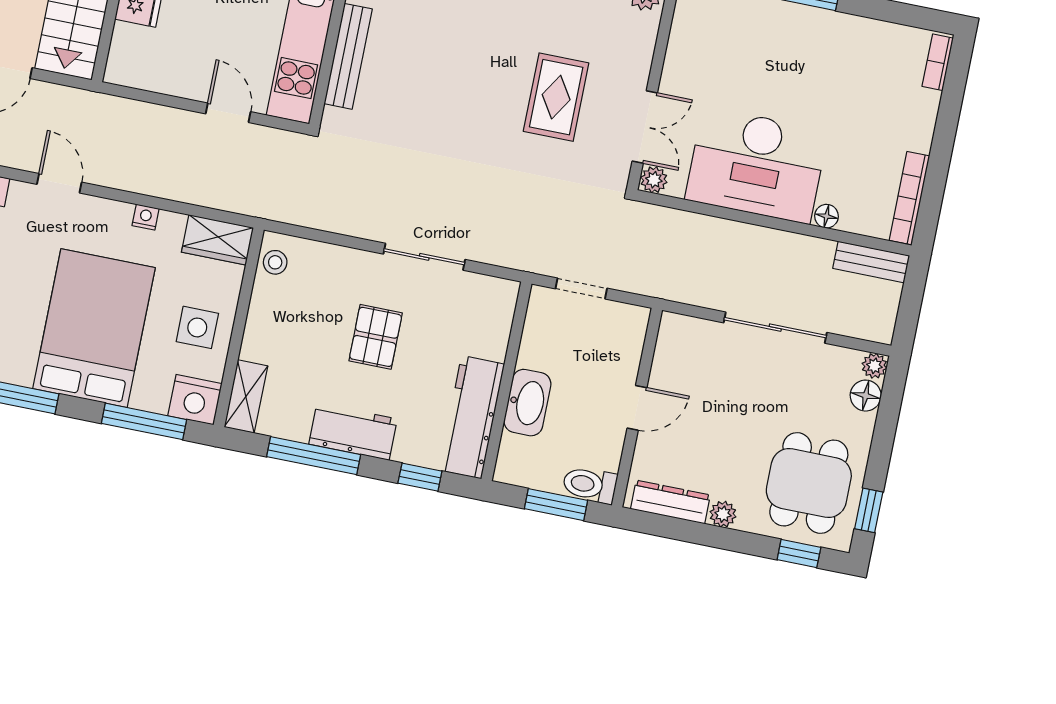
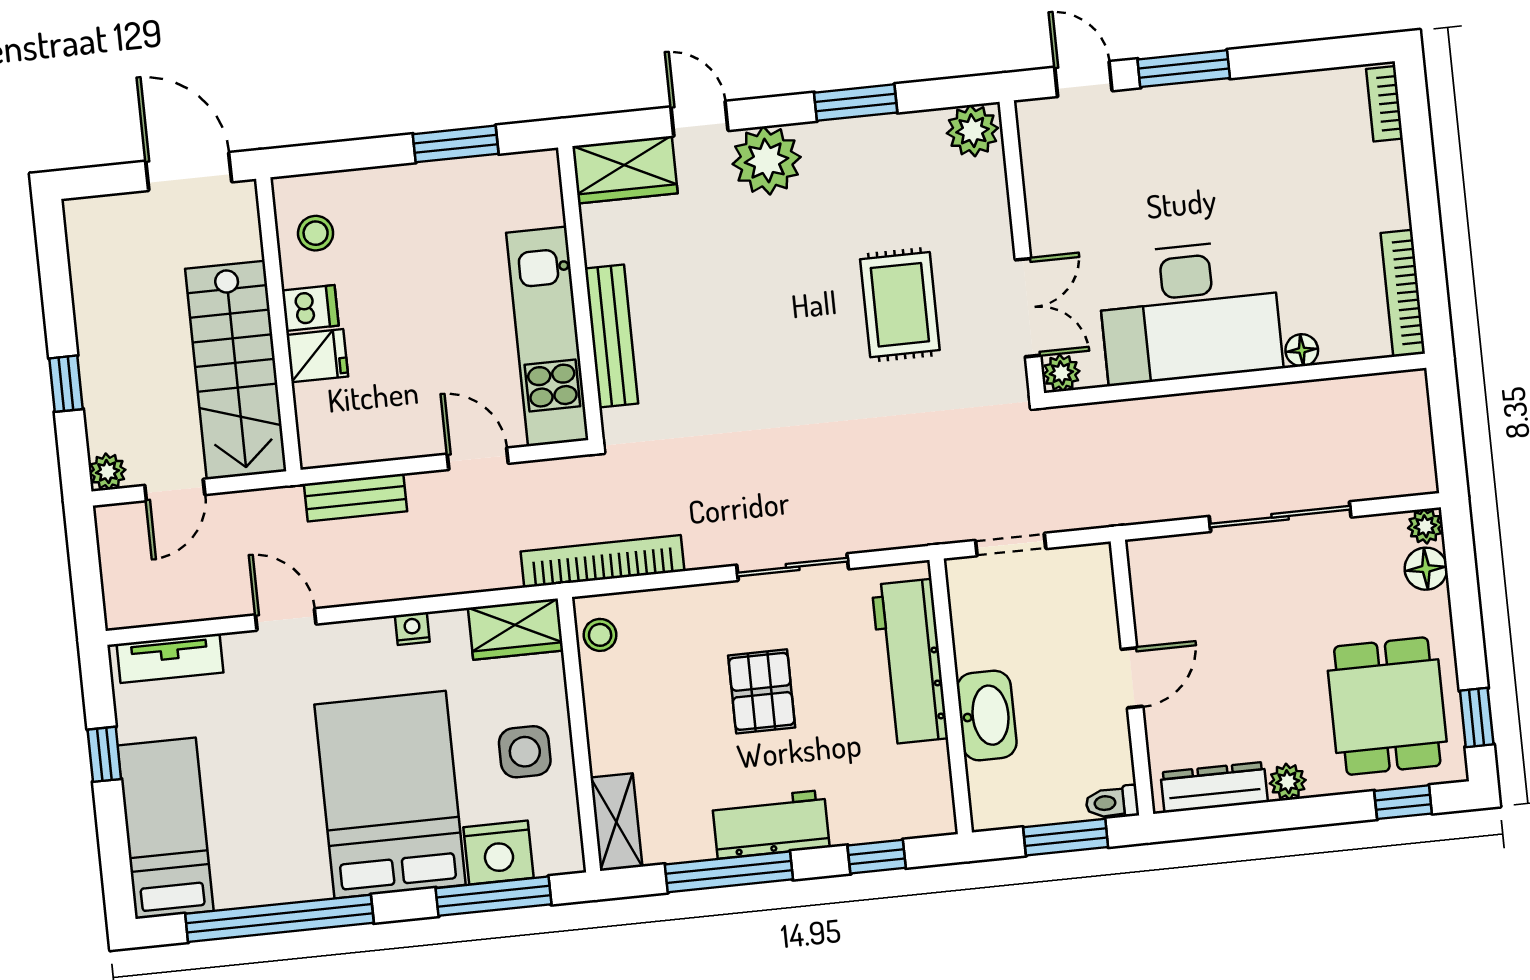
bookcase: (293, 212) -> (603, 561), added
bench: (871, 262) -> (356, 498), moved
nightstand: (195, 400) -> (499, 853), moved
workbench: (472, 417) -> (910, 662), moved
toilet: (590, 485) -> (1112, 802), width x0.73, depth x0.72

